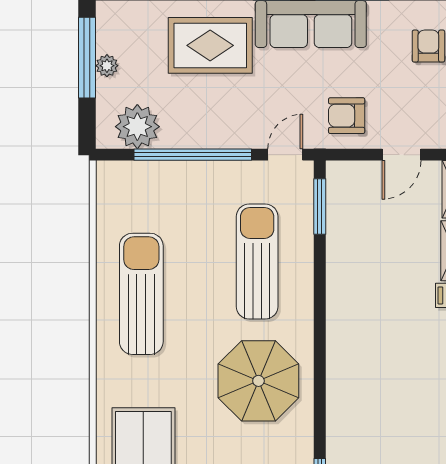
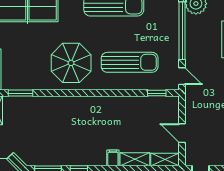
armchair: (347, 116) -> (201, 106), removed
window: (320, 206) -> (157, 93), width x0.67

